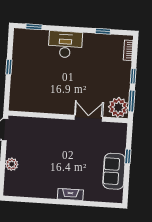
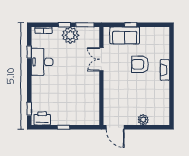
printer: (21, 42) -> (42, 118), added
desk: (65, 44) -> (42, 62), moved
plant: (118, 107) -> (70, 35), moved
armchair: (79, 165) -> (140, 64), added
sofa: (114, 171) -> (125, 35), moved

